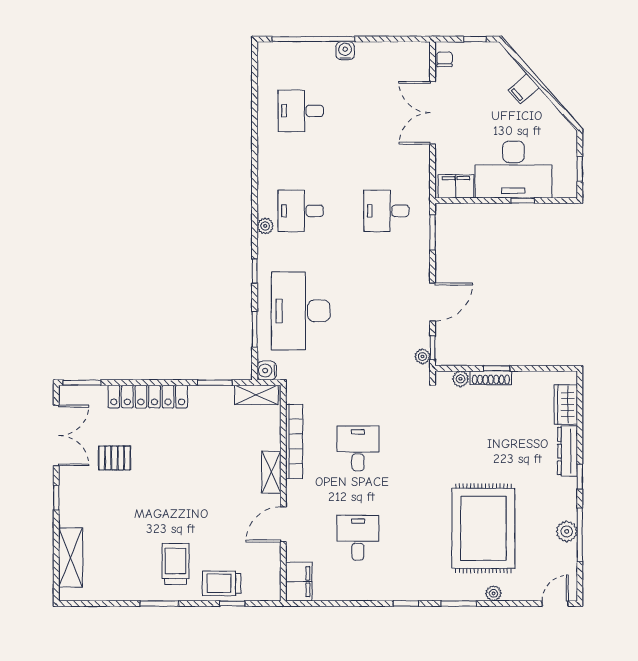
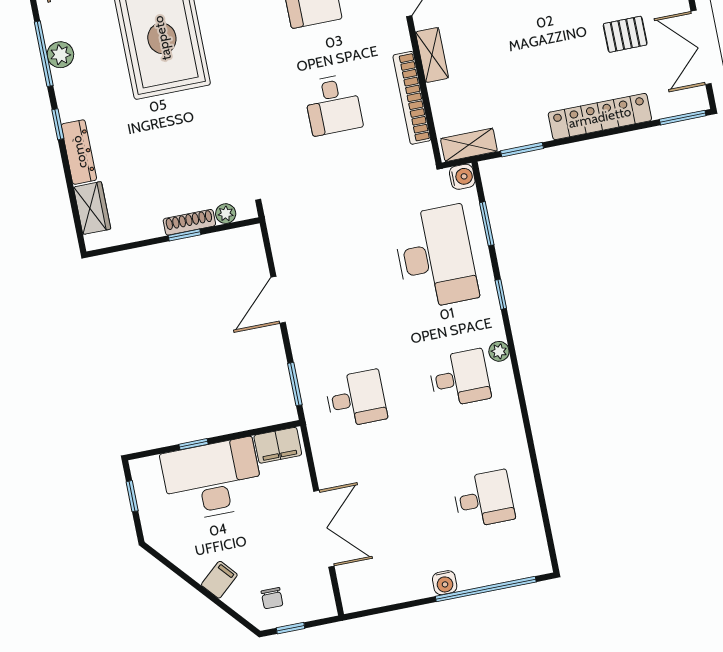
chair: (445, 59) -> (272, 598), moved
window: (433, 348) -> (267, 244), removed
plant: (422, 357) -> (277, 231), removed

